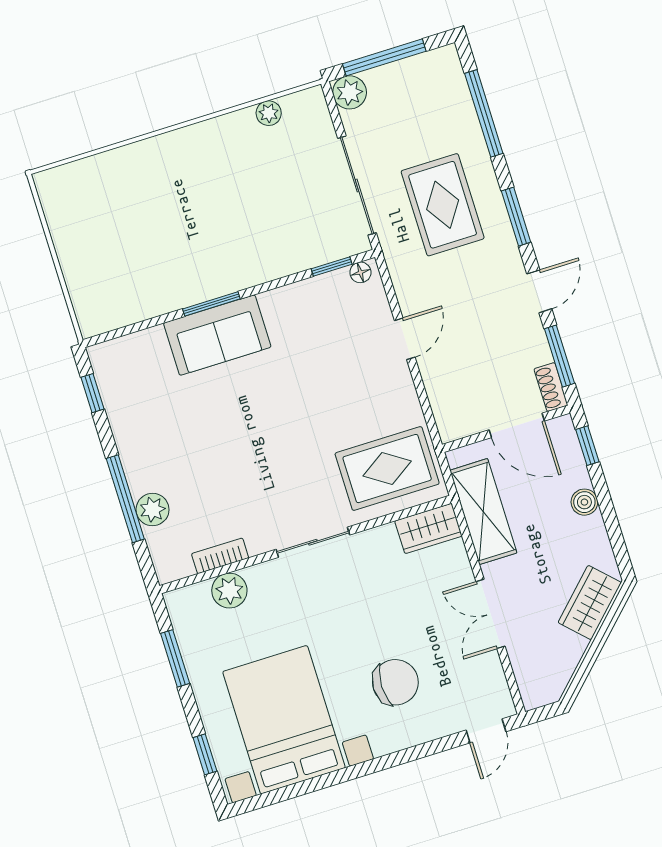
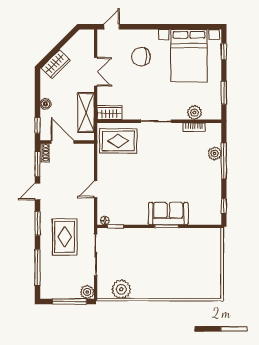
plant: (269, 113) -> (121, 289), width x1.88, depth x1.88

